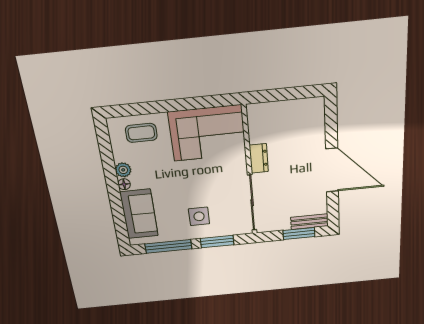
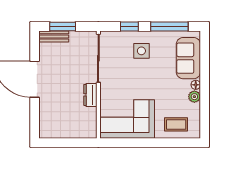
window: (217, 242) -> (129, 27), width x0.67

